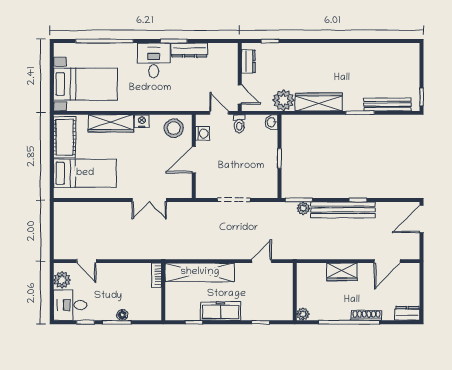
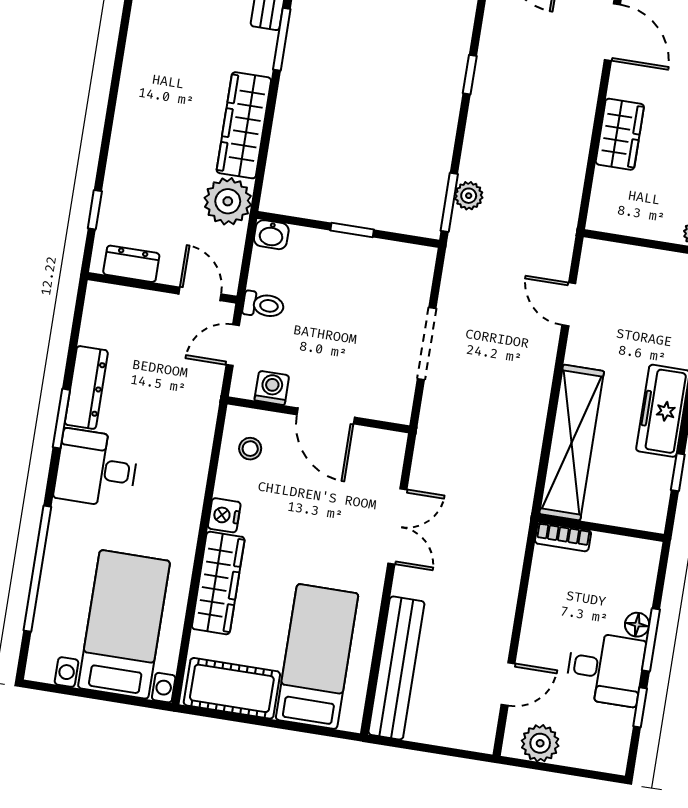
door: (240, 94) -> (200, 294), hinge flipped
stool: (174, 128) -> (250, 449), width x0.53, depth x0.53
bench: (343, 210) -> (396, 668), moved
desk: (70, 305) -> (605, 669), moved, turned -90

